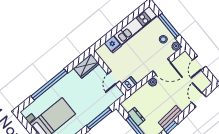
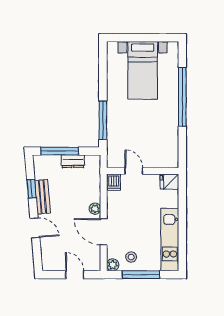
fridge: (113, 44) -> (169, 182), moved
wardrobe: (86, 66) -> (170, 152), removed
door: (162, 67) -> (104, 232), hinge flipped
door: (199, 100) -> (35, 228), moved

